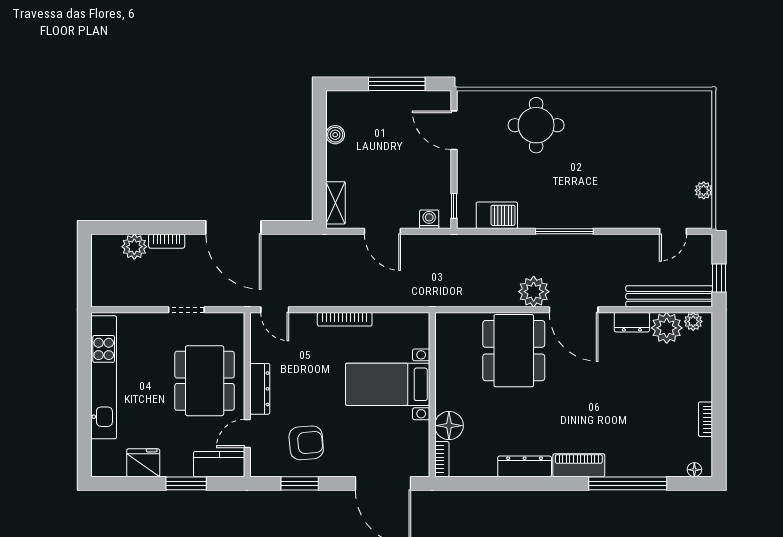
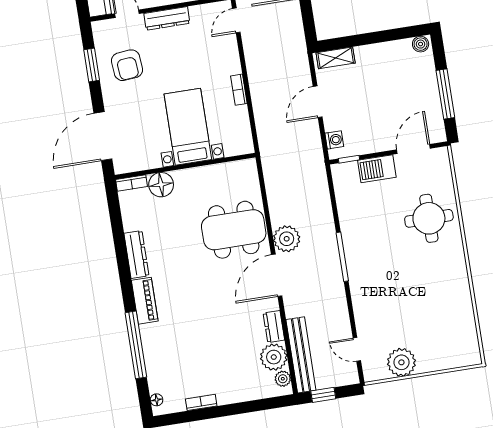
boiler: (335, 135) -> (421, 44), moved
plant: (704, 190) -> (401, 362), width x1.88, depth x1.88
barbecue: (497, 215) -> (377, 169), moved, turned 90
bookcase: (345, 319) -> (239, 90), width x0.64

